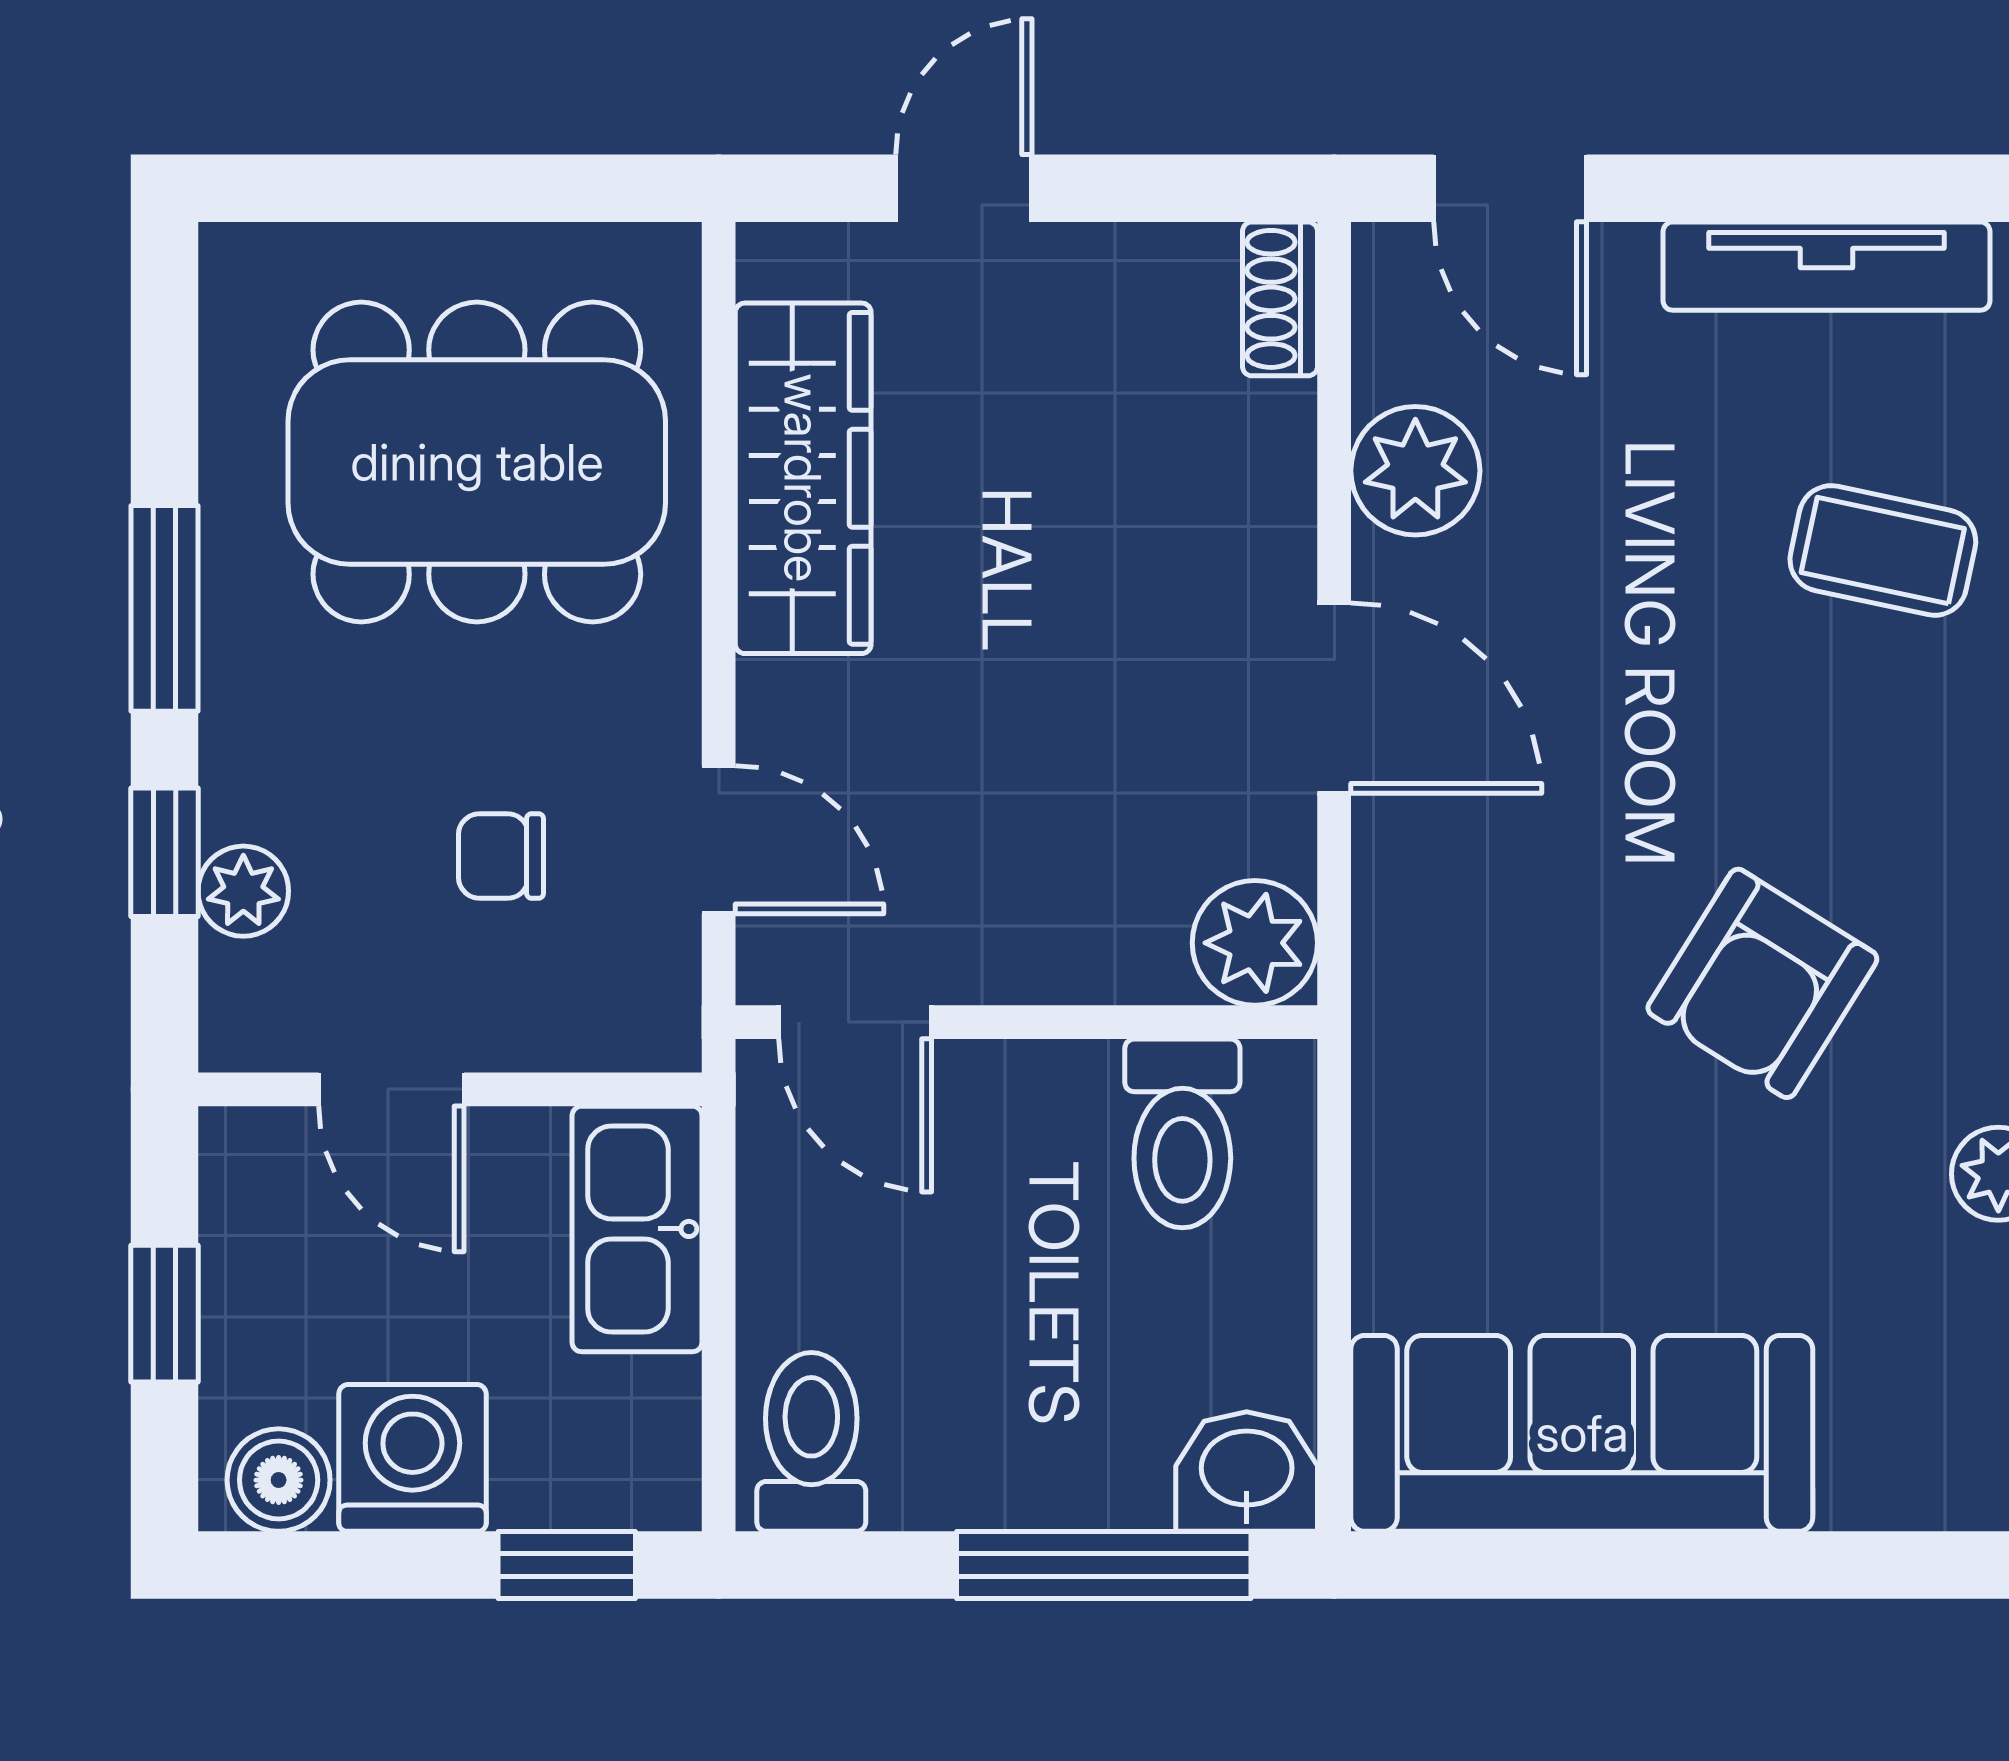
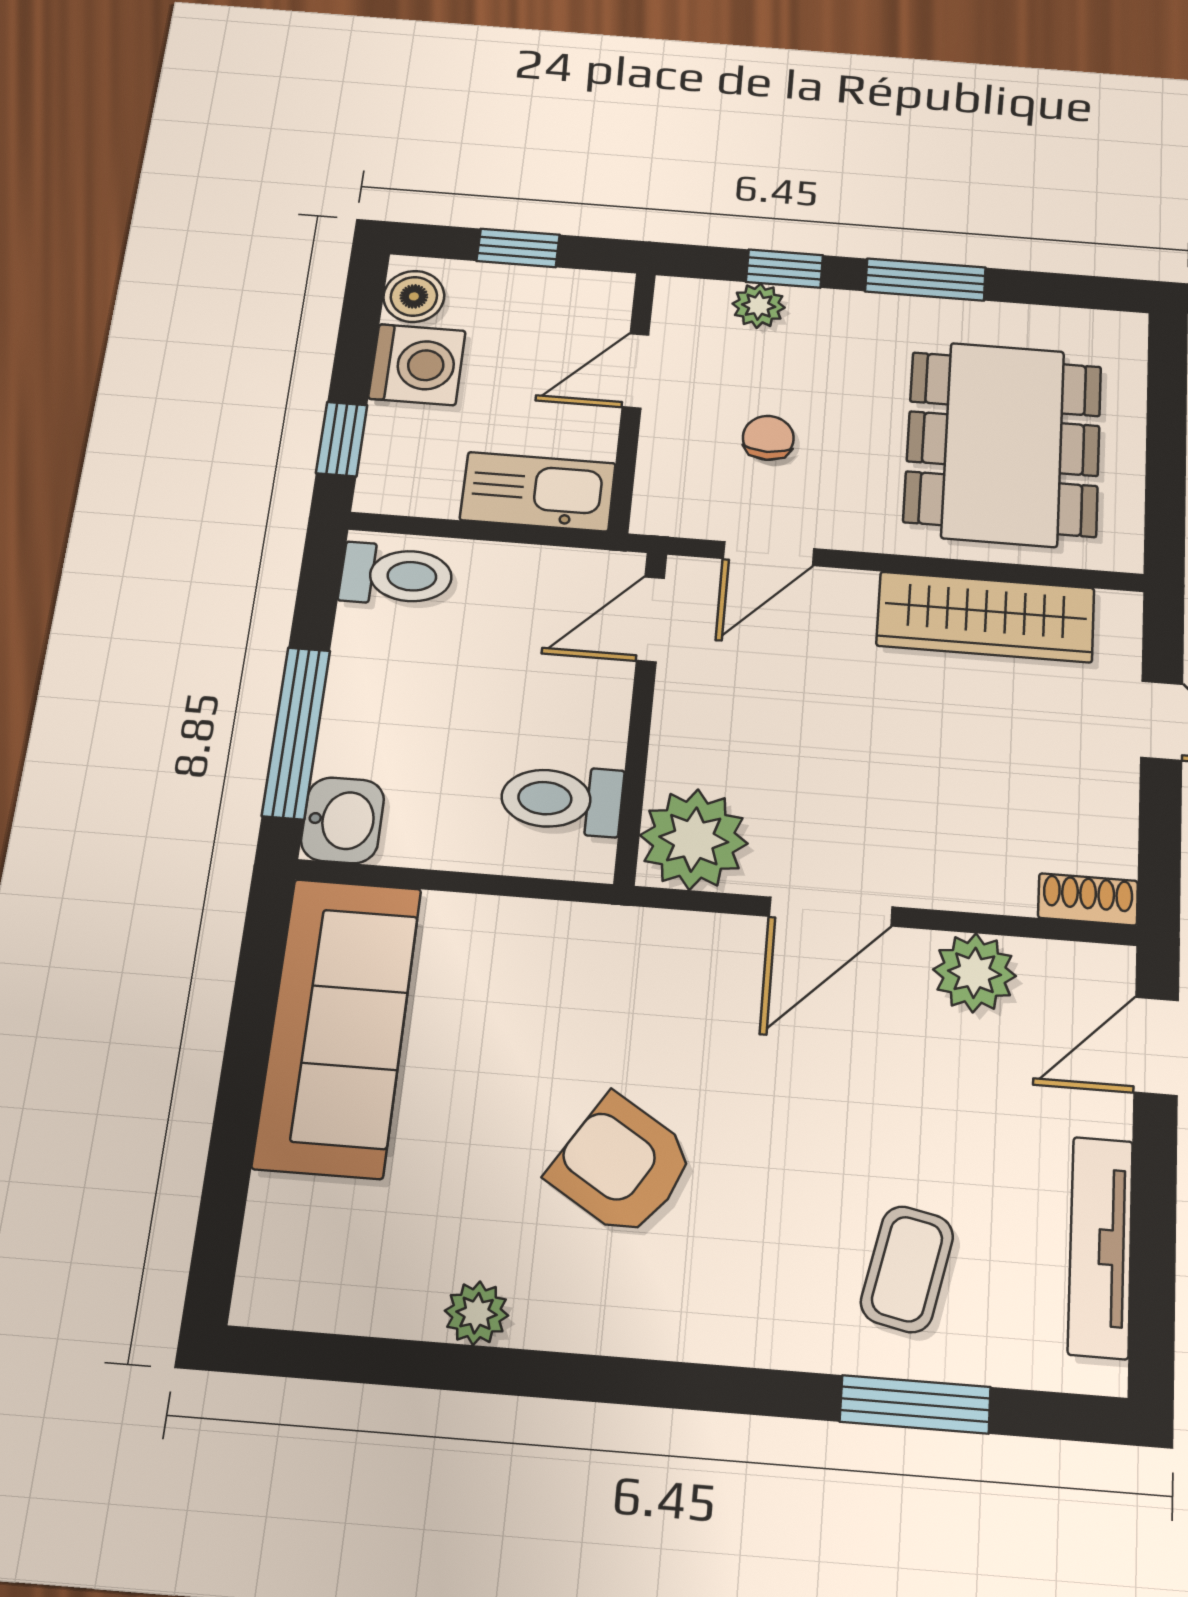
plant: (1255, 943) -> (694, 839), width x1.36, depth x1.36

